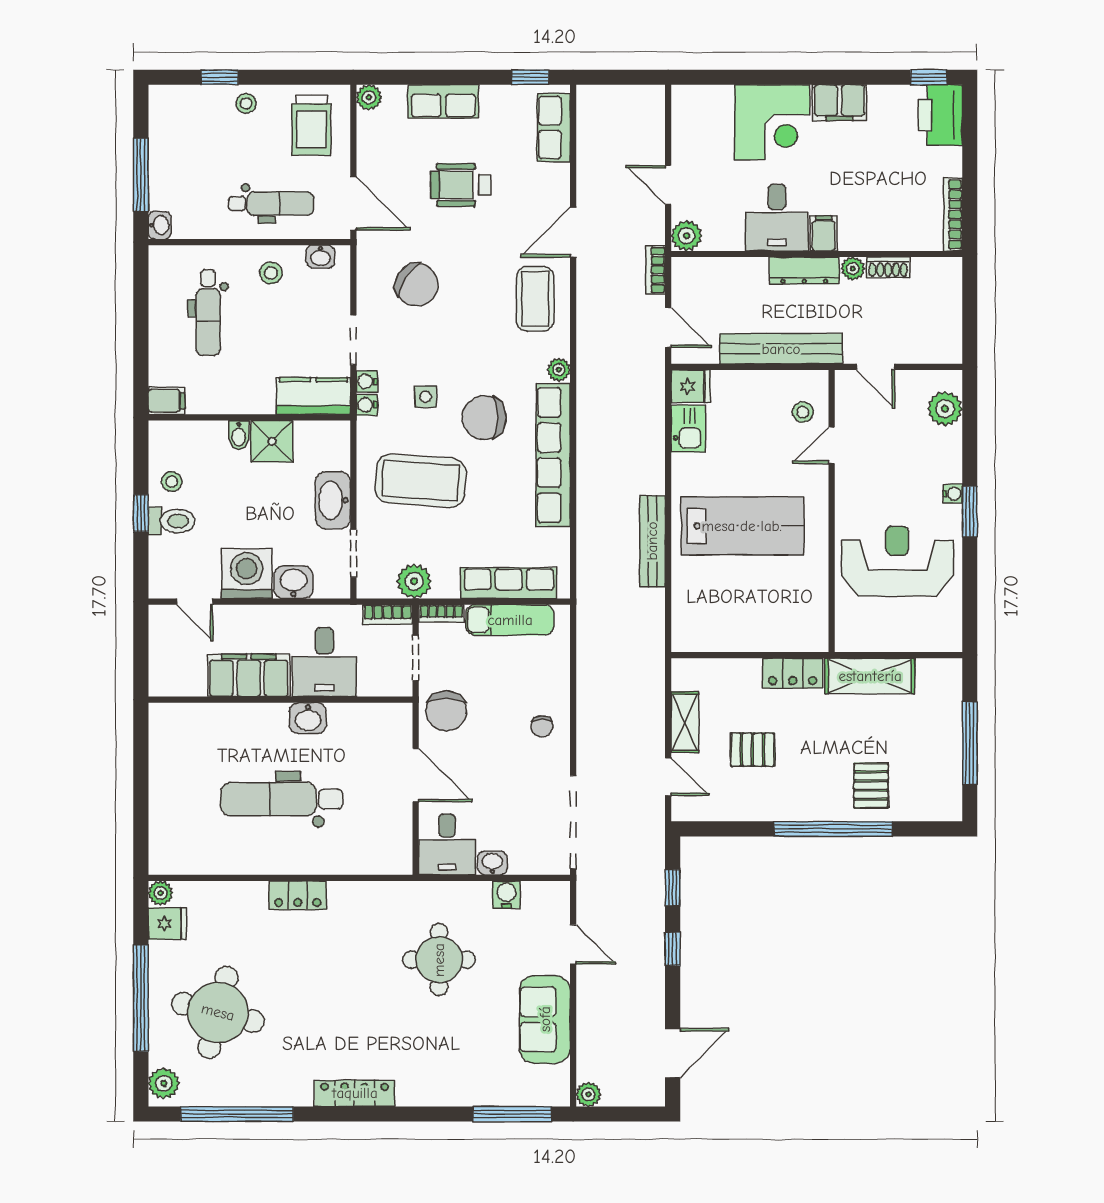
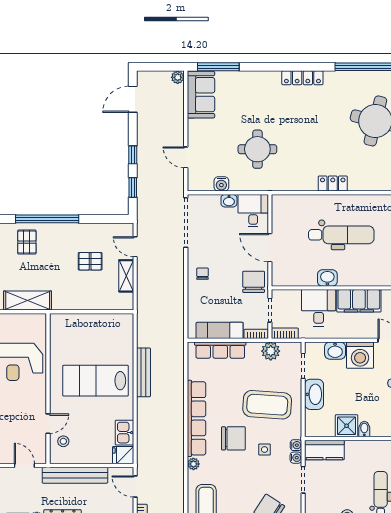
locker: (793, 673) -> (69, 302), removed
sofa: (545, 1019) -> (201, 95), moved

